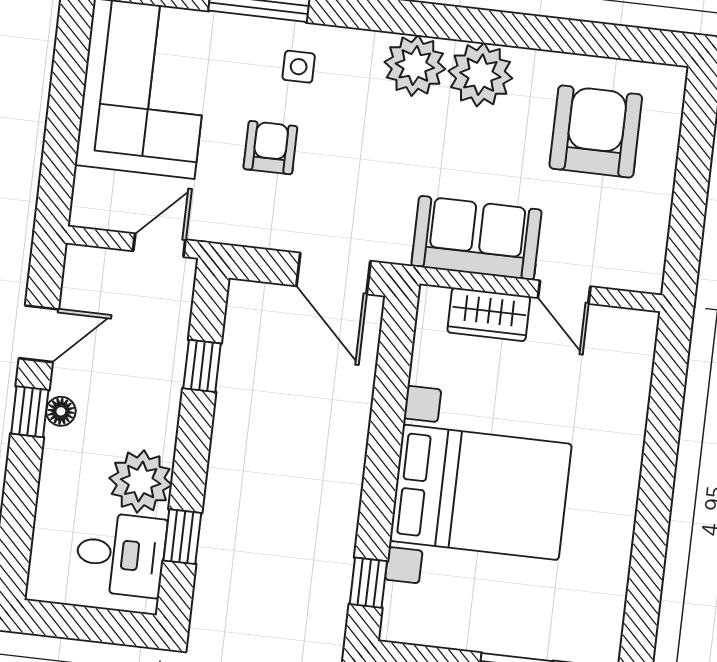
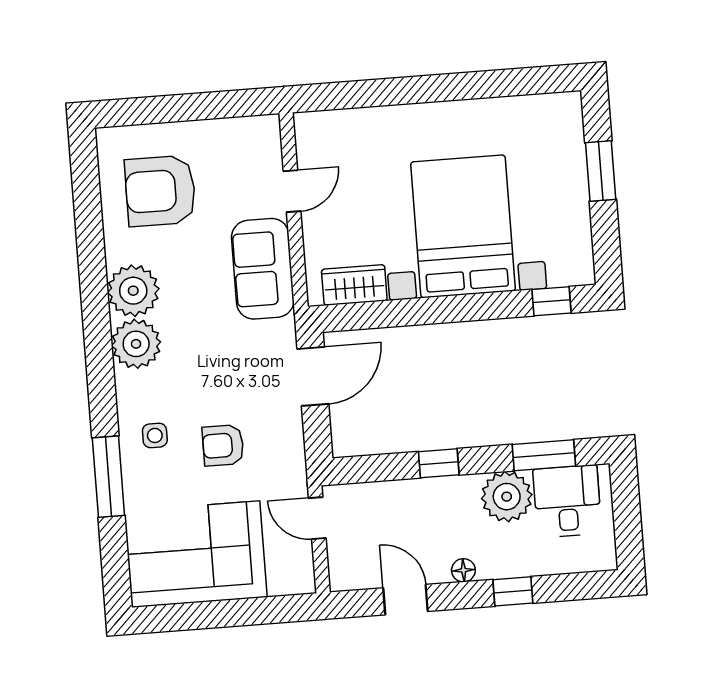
wardrobe: (489, 314) -> (354, 285), moved, turned -90
window: (202, 366) -> (439, 463), moved
window: (30, 412) -> (513, 591), moved
window: (182, 537) -> (544, 455), width x1.50

